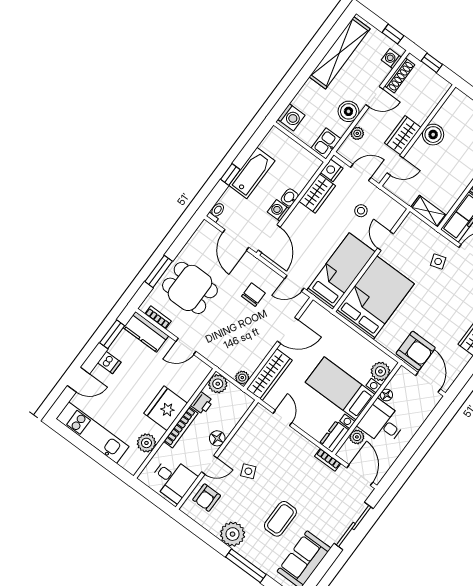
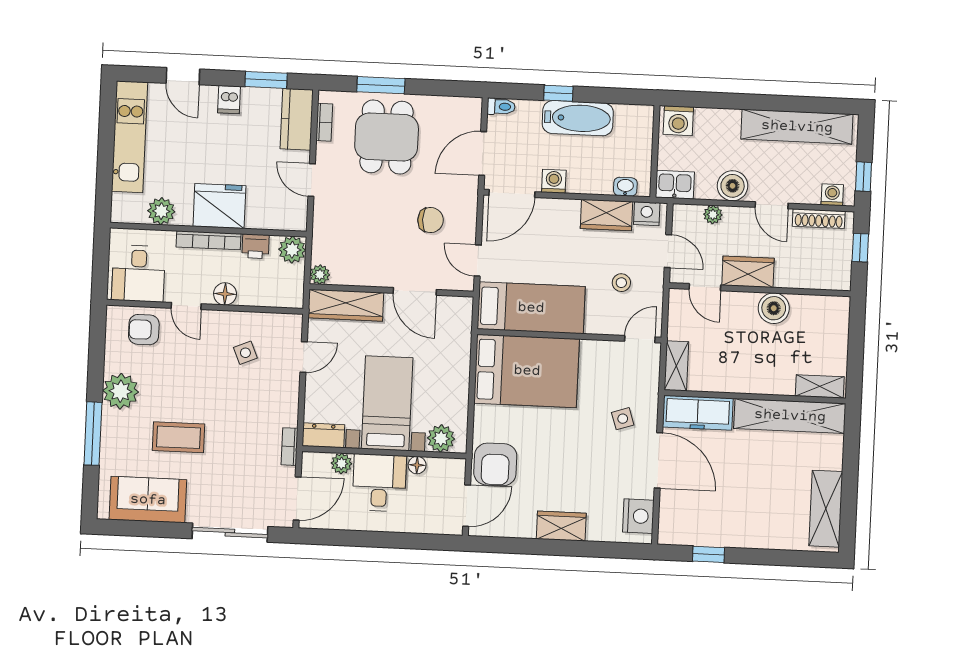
washbasin: (290, 198) -> (625, 187), moved
door: (386, 241) -> (640, 339), moved
side table: (248, 471) -> (245, 353), moved

